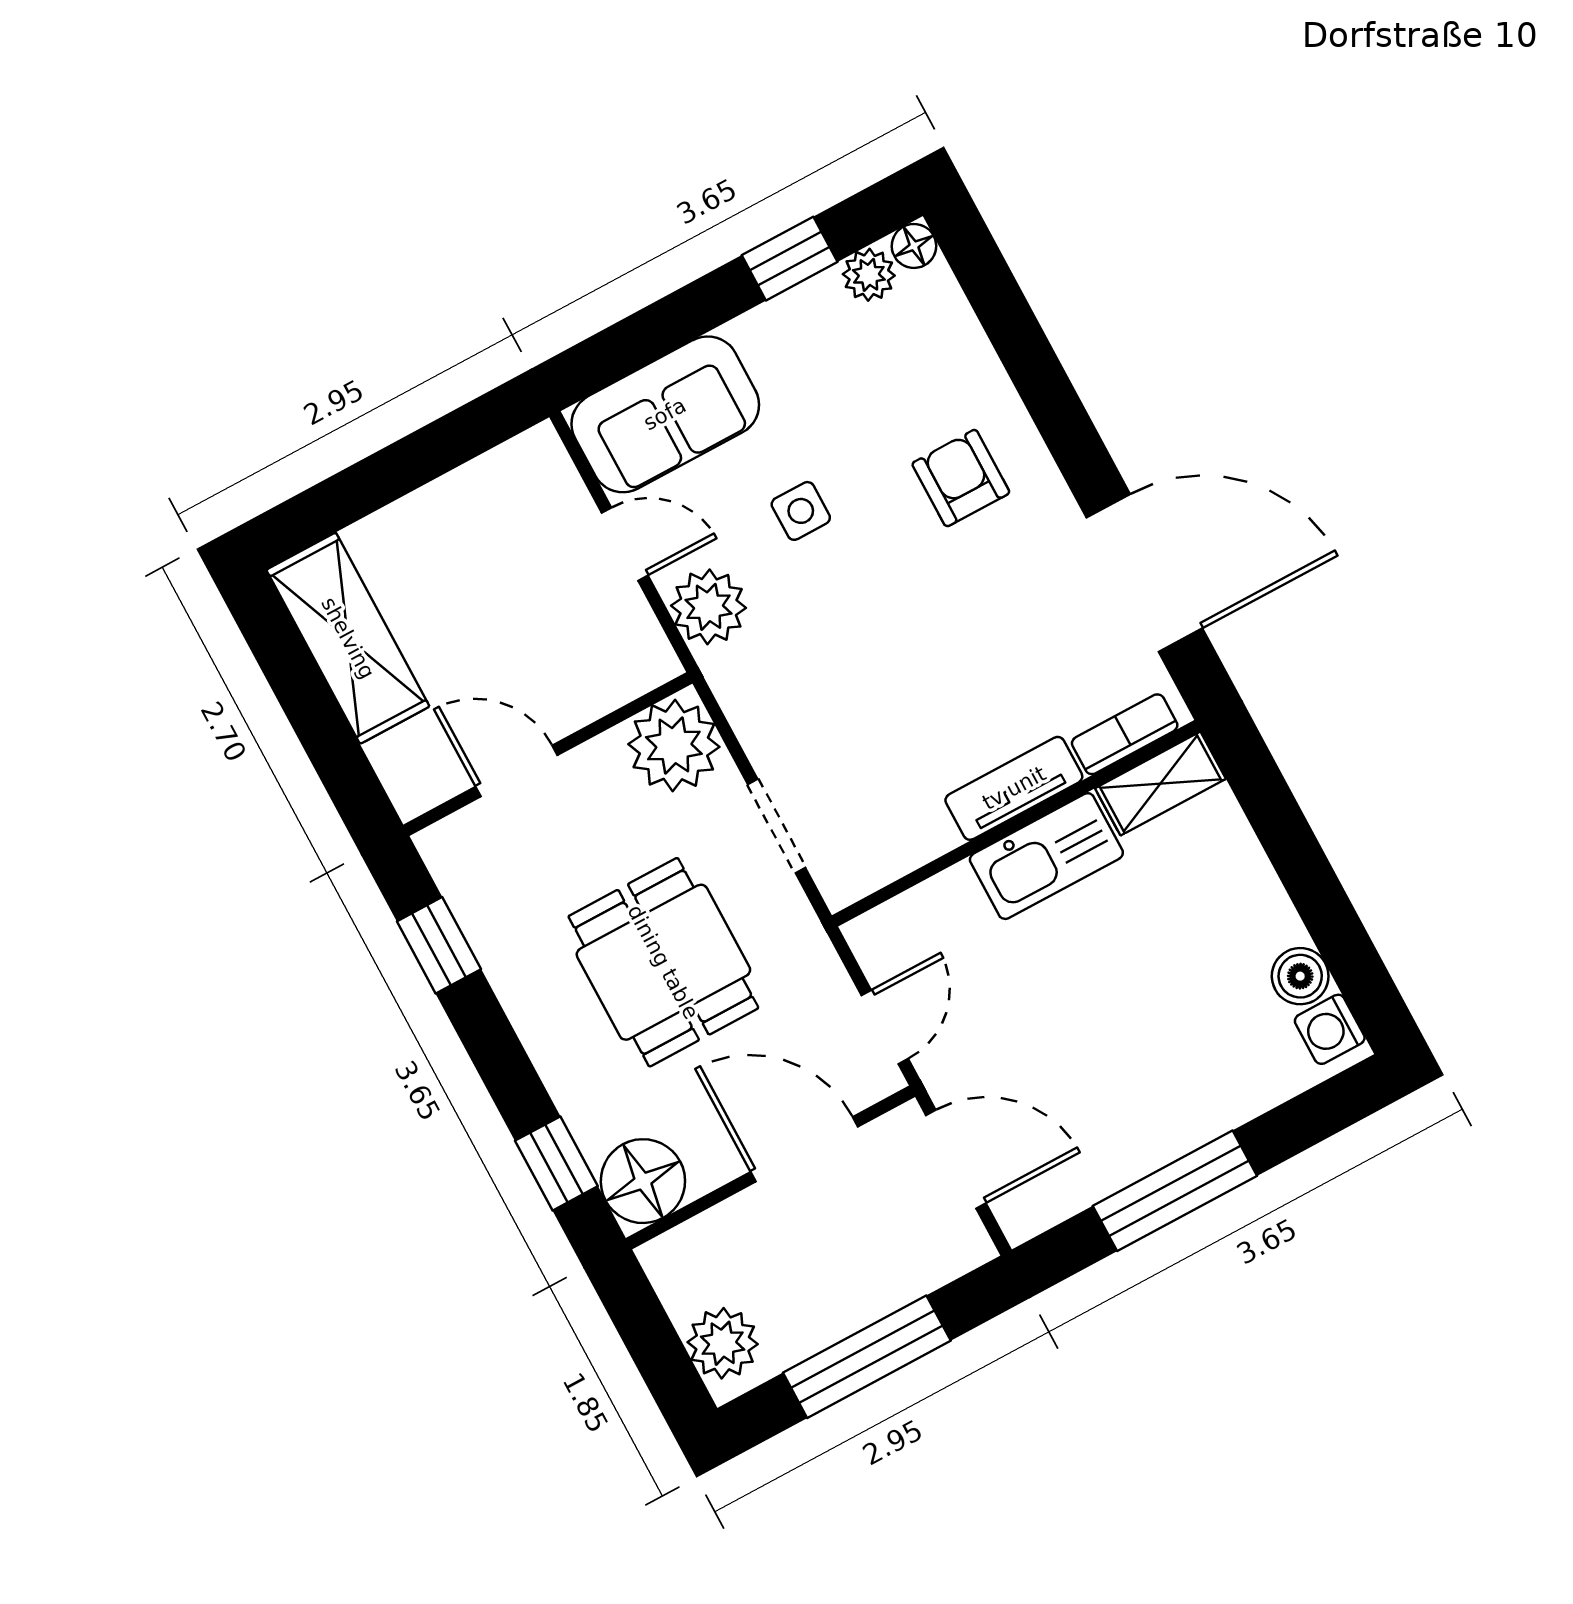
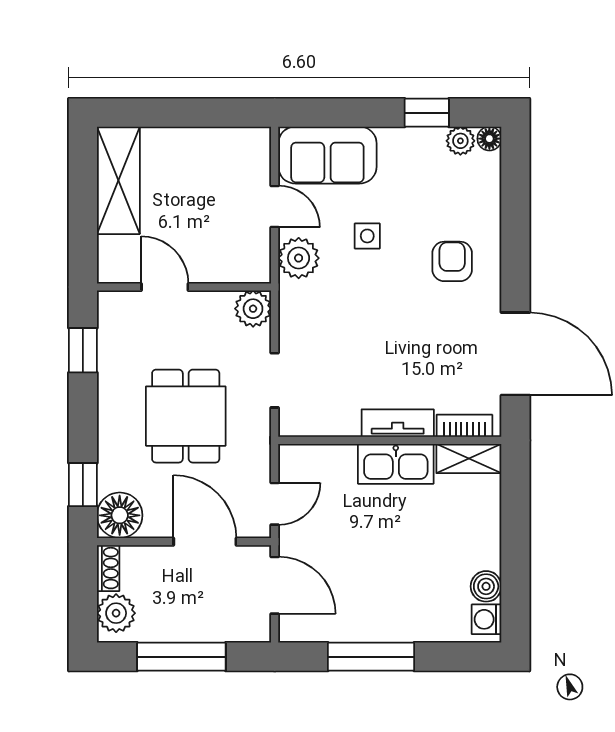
plant: (674, 746) -> (253, 309), width x0.73, depth x0.73
shoe rack: (670, 1277) -> (108, 568), added

